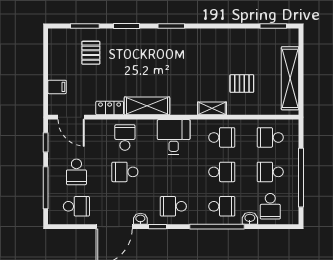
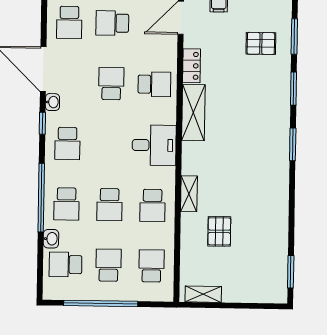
shelving: (290, 78) -> (203, 294), width x0.45, depth x0.75
school desk: (173, 206) -> (67, 143), turned 180

